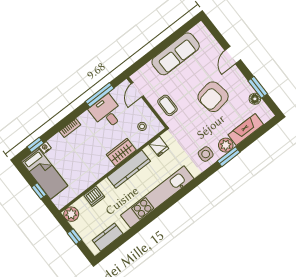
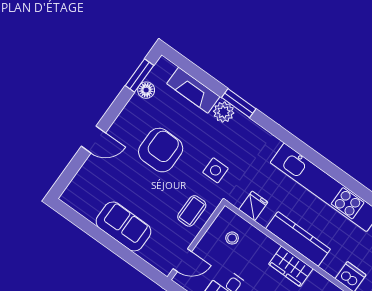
sofa: (176, 54) -> (123, 226), width x0.73
window: (258, 87) -> (140, 76), moved
armchair: (213, 97) -> (161, 150), turned -81
wardrobe: (121, 152) -> (291, 266), moved
side table: (206, 154) -> (215, 170), moved

